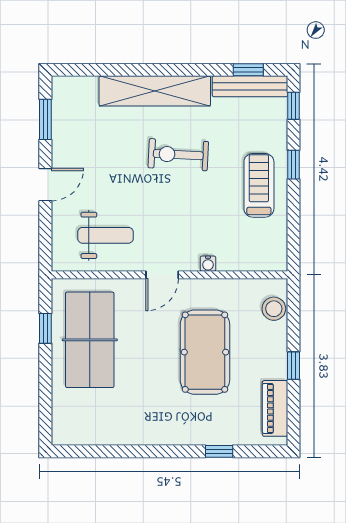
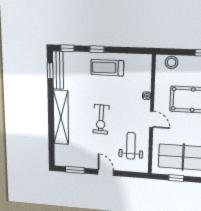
exercise bike: (178, 155) -> (101, 119), moved

